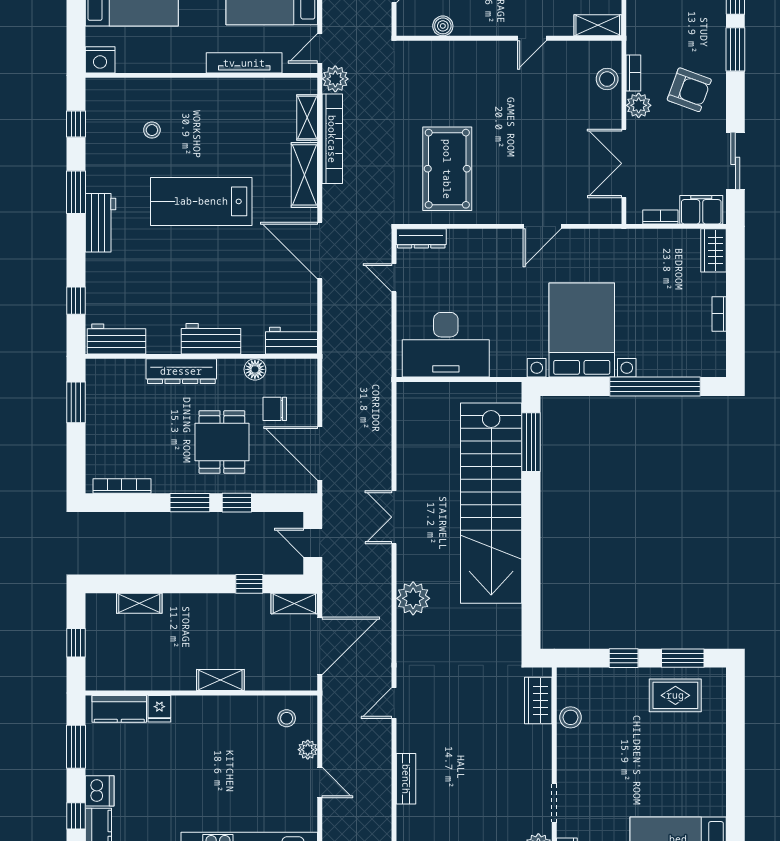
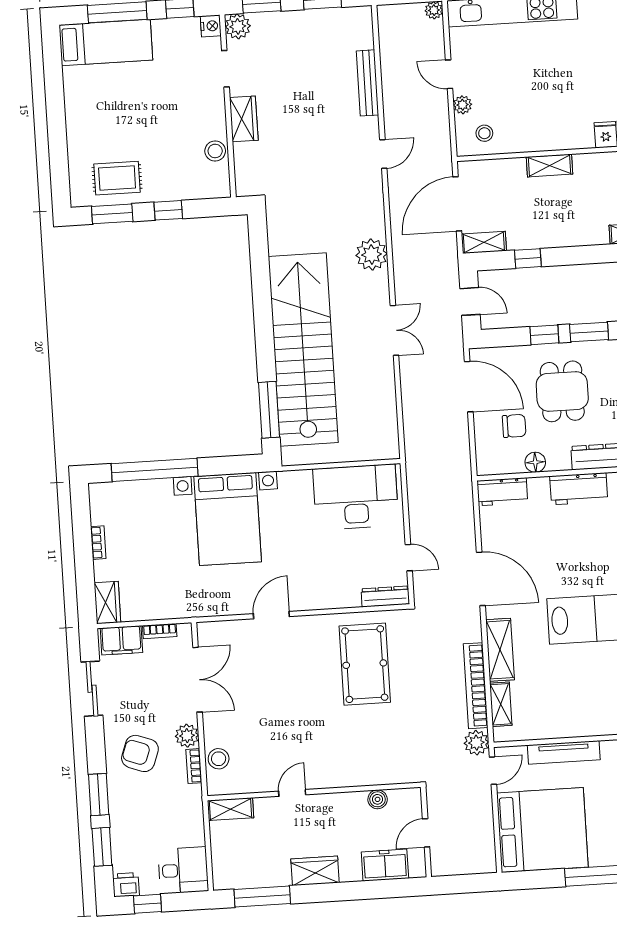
wardrobe: (538, 701) -> (244, 119), moved
bench: (406, 779) -> (367, 83), width x1.36

